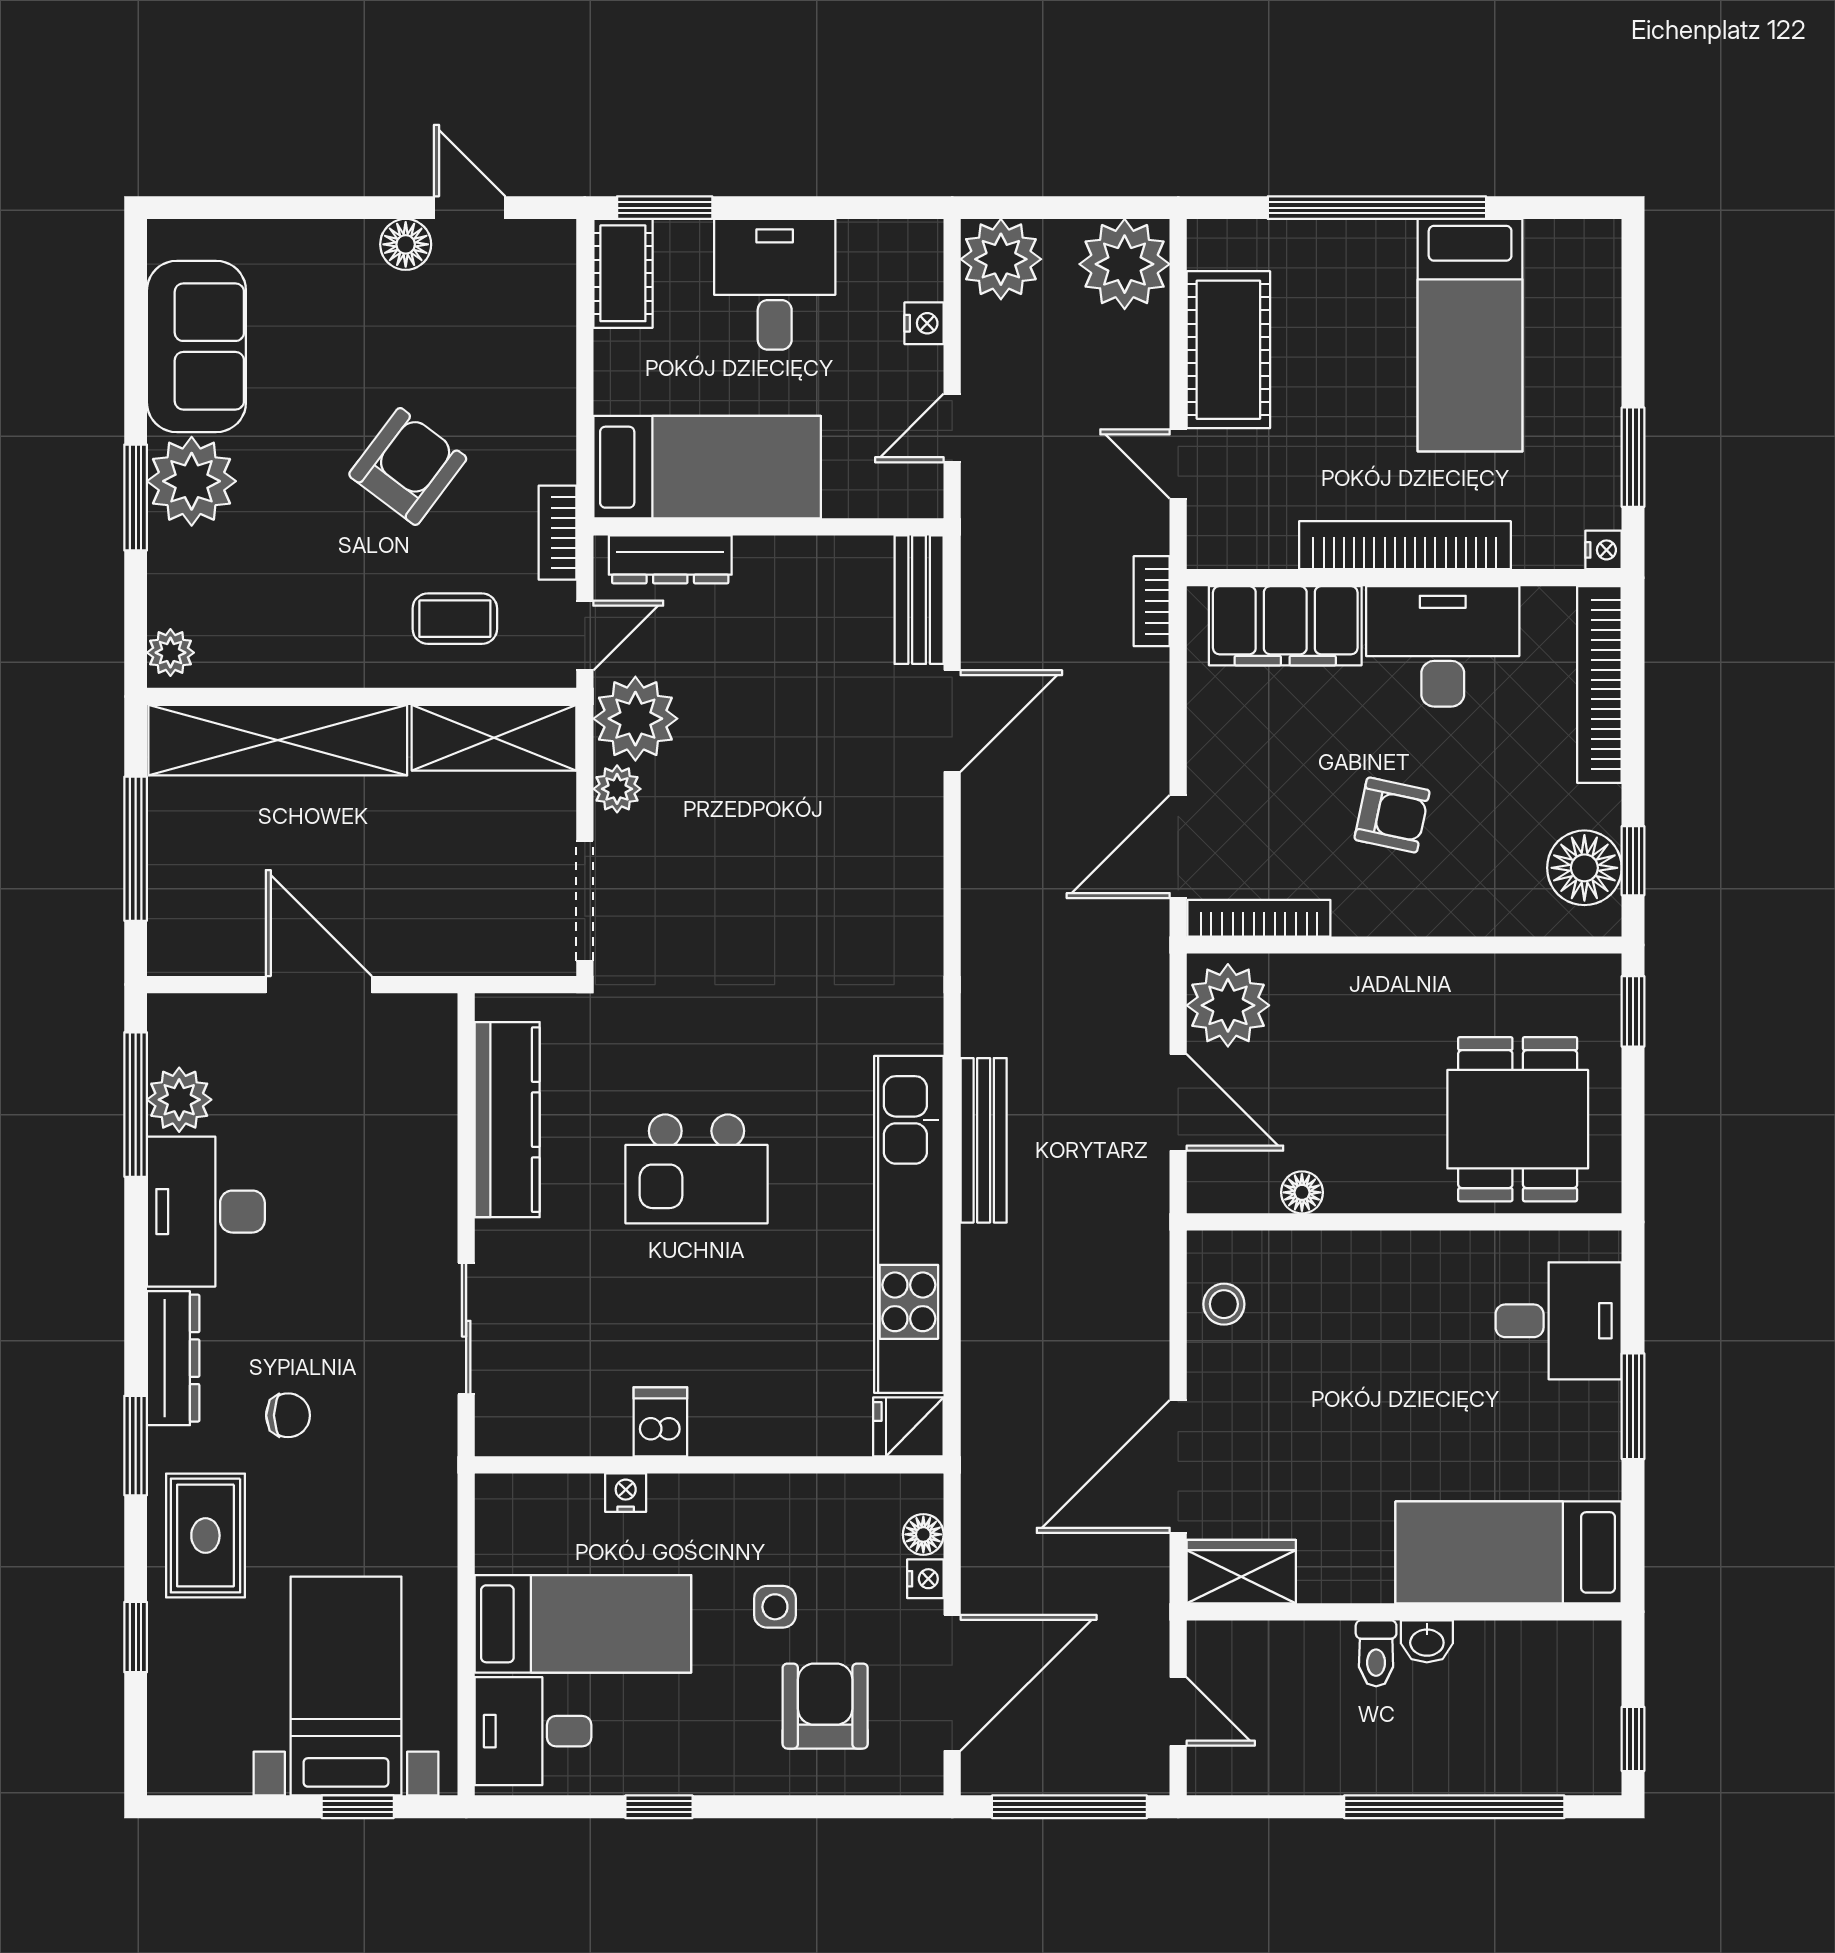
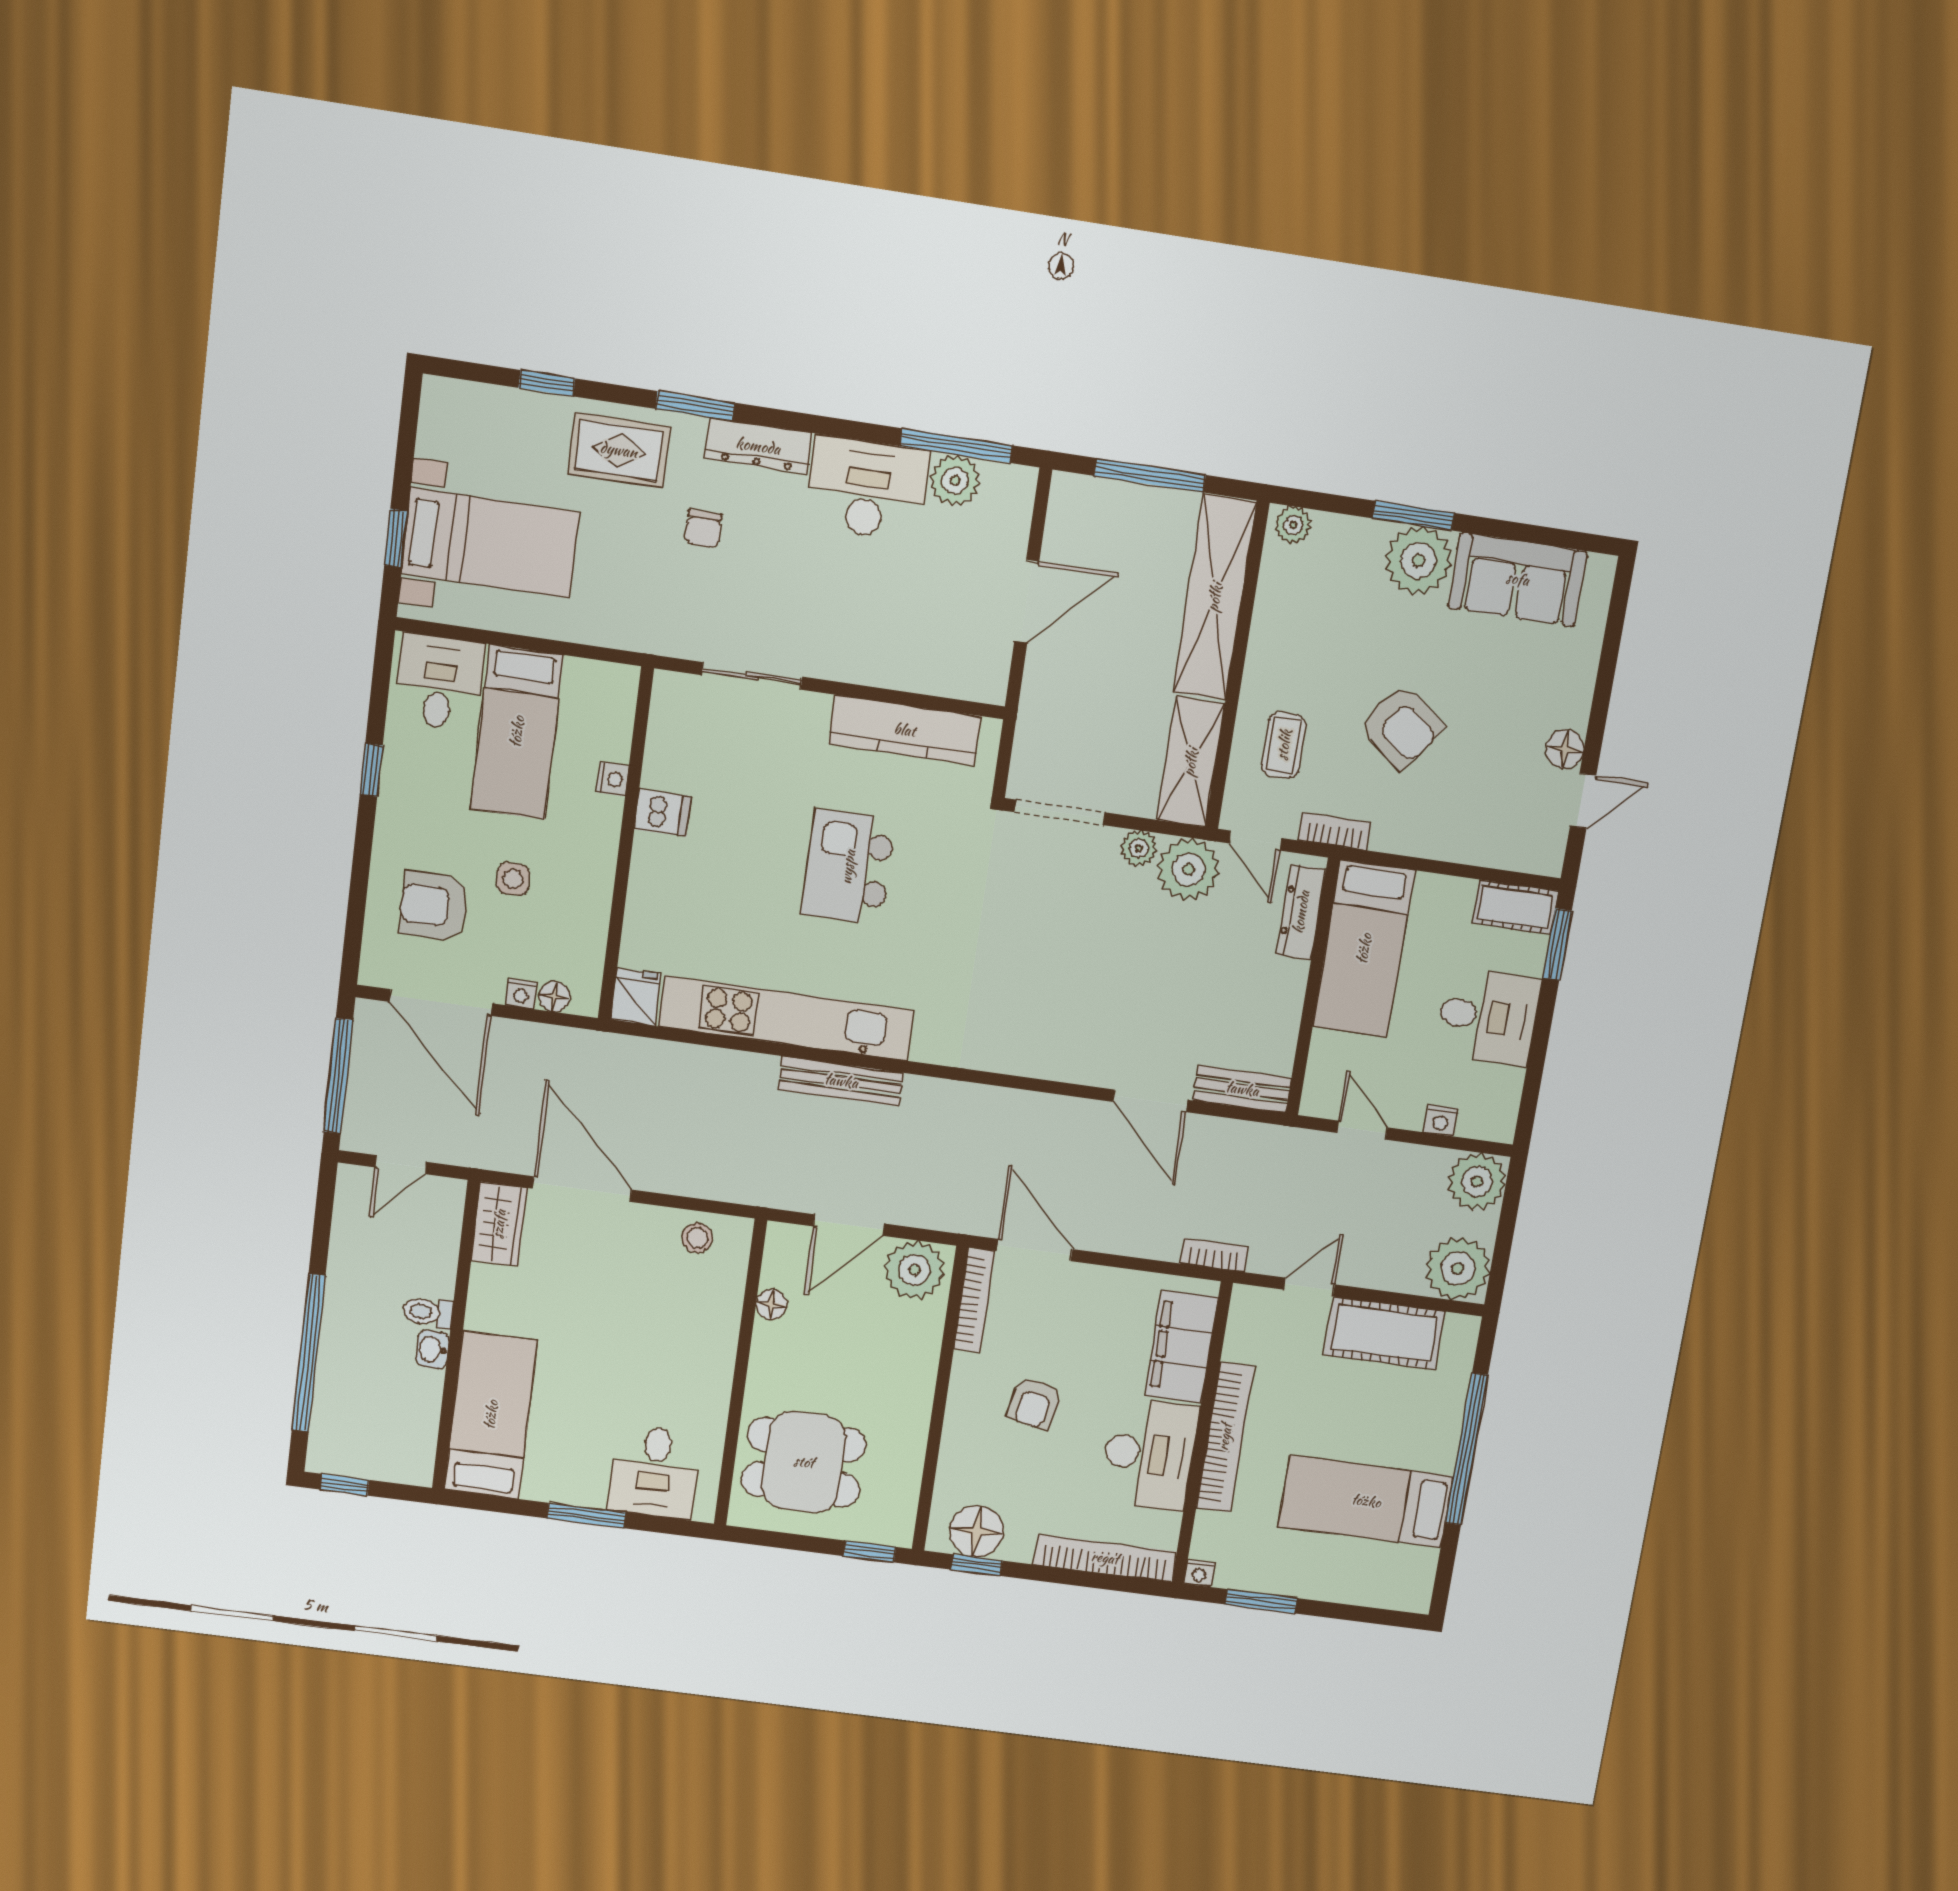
armchair: (825, 1706) -> (434, 906), turned 180

